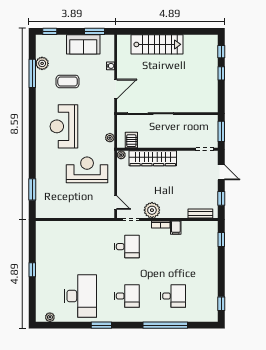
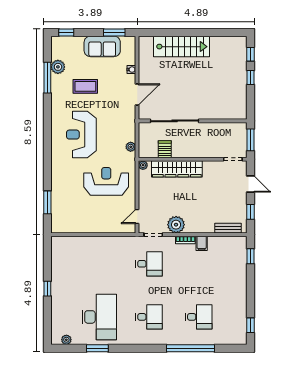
server rack: (131, 140) -> (165, 149), moved
door: (116, 203) -> (137, 217), swing flipped
window: (101, 325) -> (97, 348), moved

